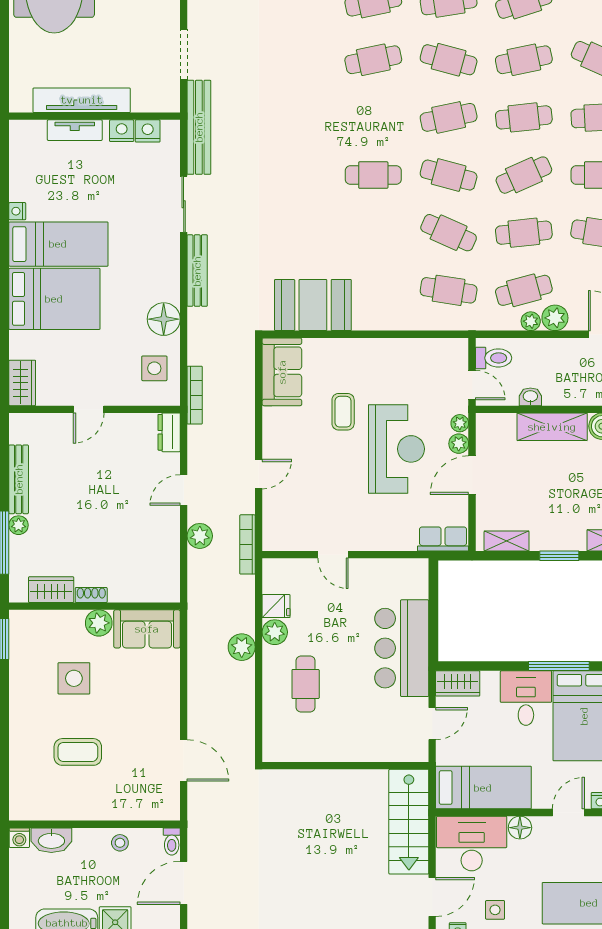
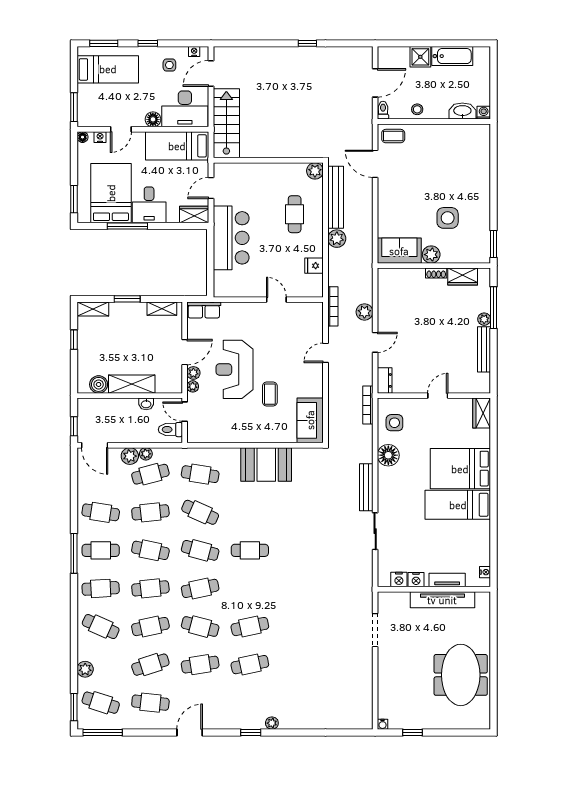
bench: (199, 127) -> (336, 197), moved
cafe table: (524, 175) -> (150, 550), turned 36
nightstand: (17, 211) -> (485, 572), moved
booth: (313, 305) -> (266, 464), moved
plant: (275, 632) -> (315, 171), moved
coffee table: (78, 752) -> (393, 136), moved, width x0.73, depth x0.77

